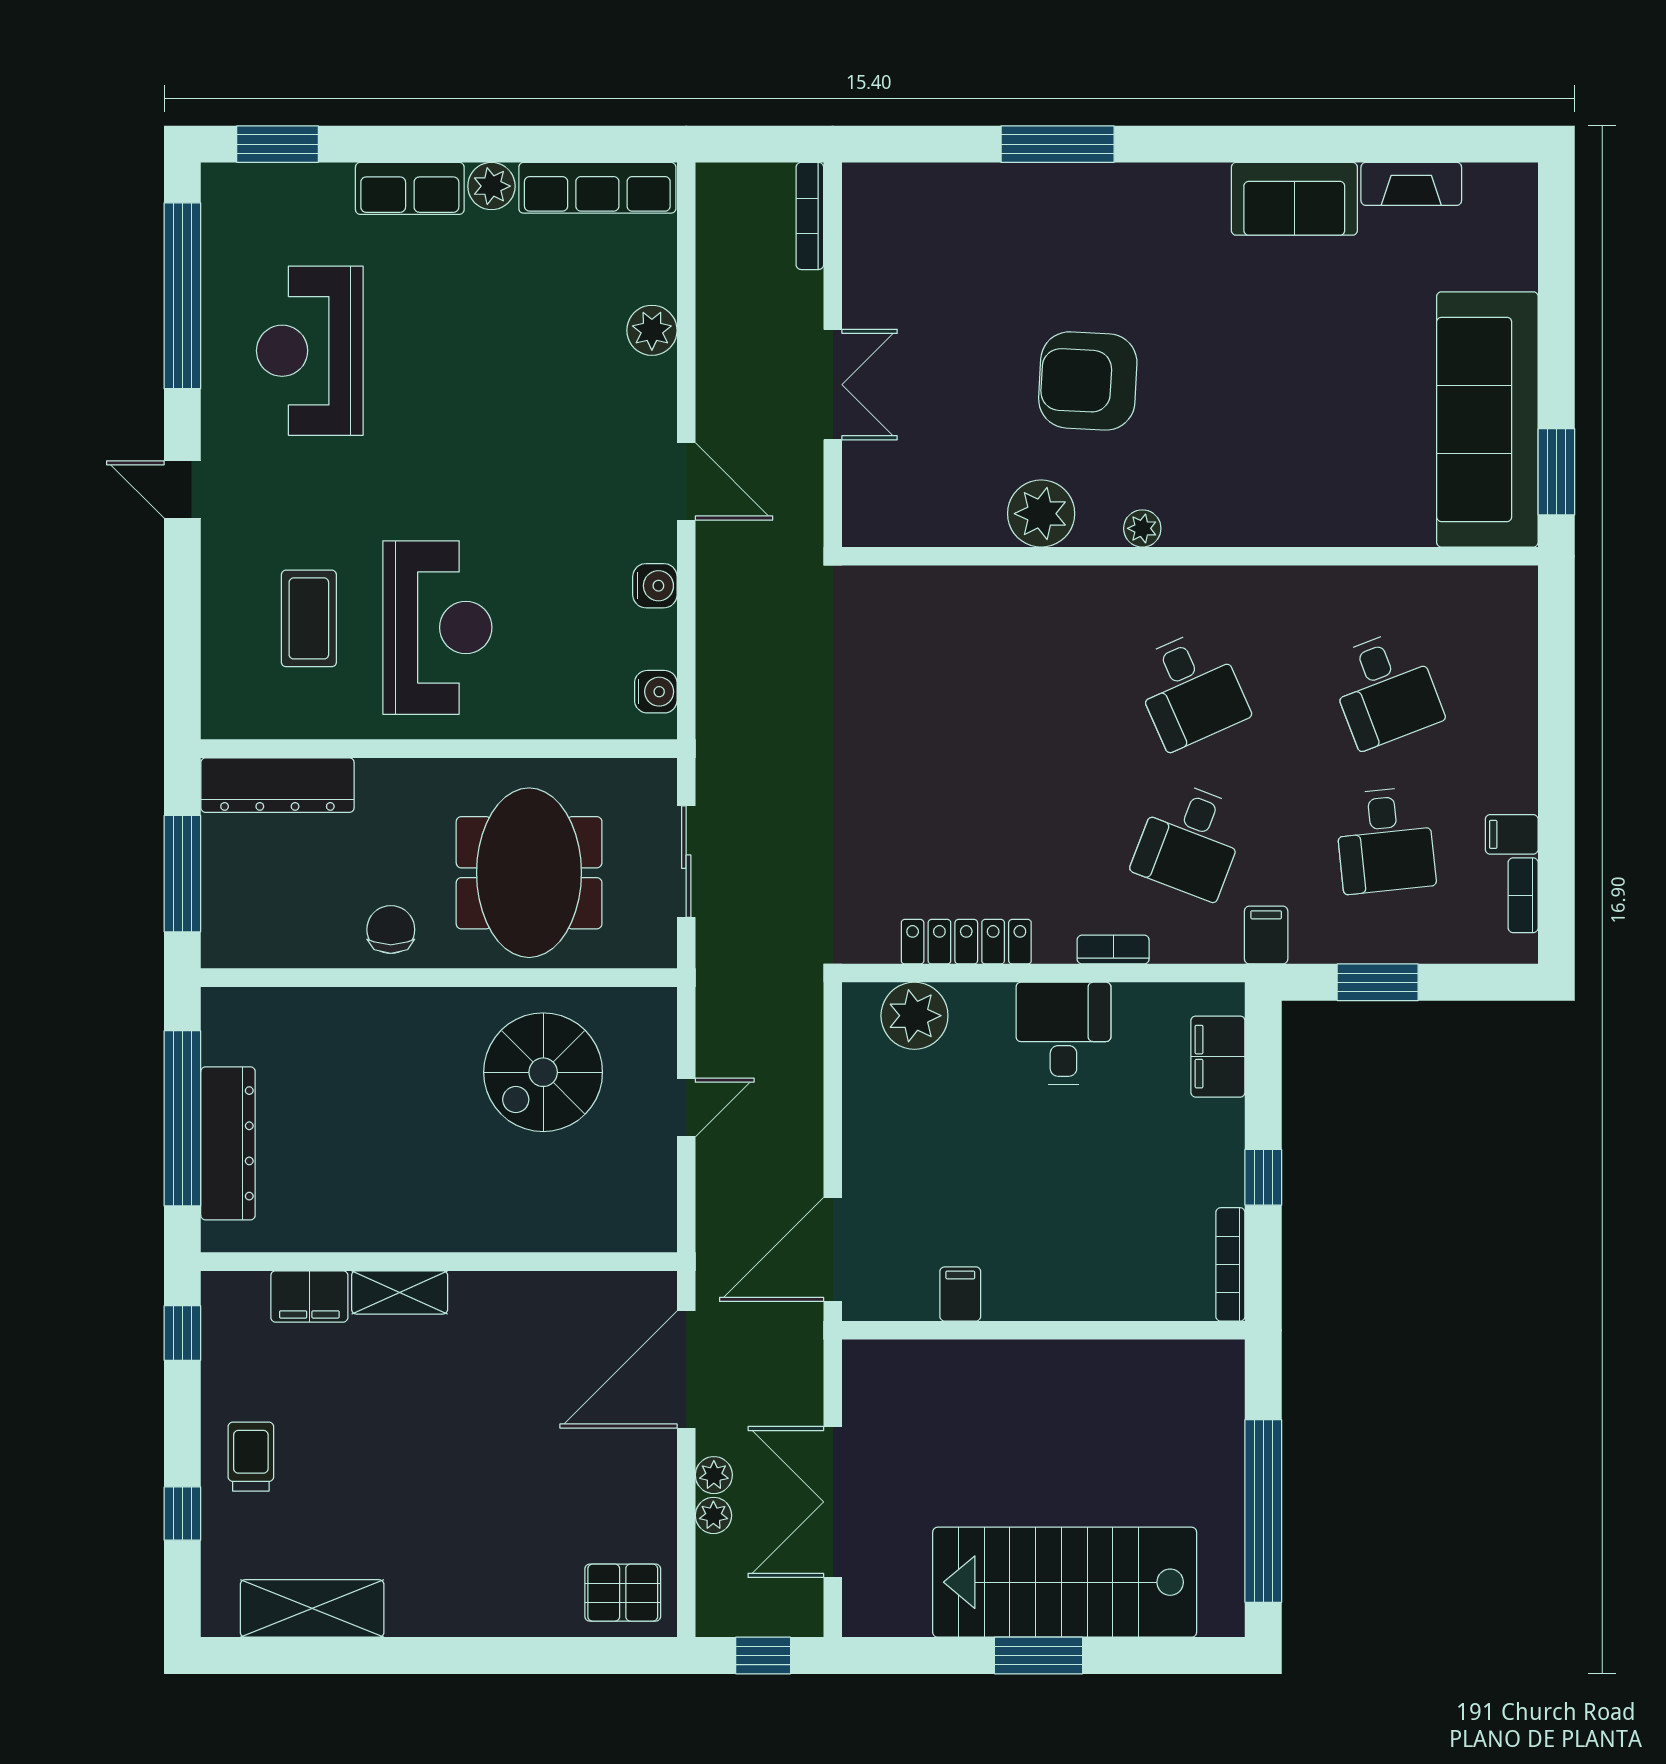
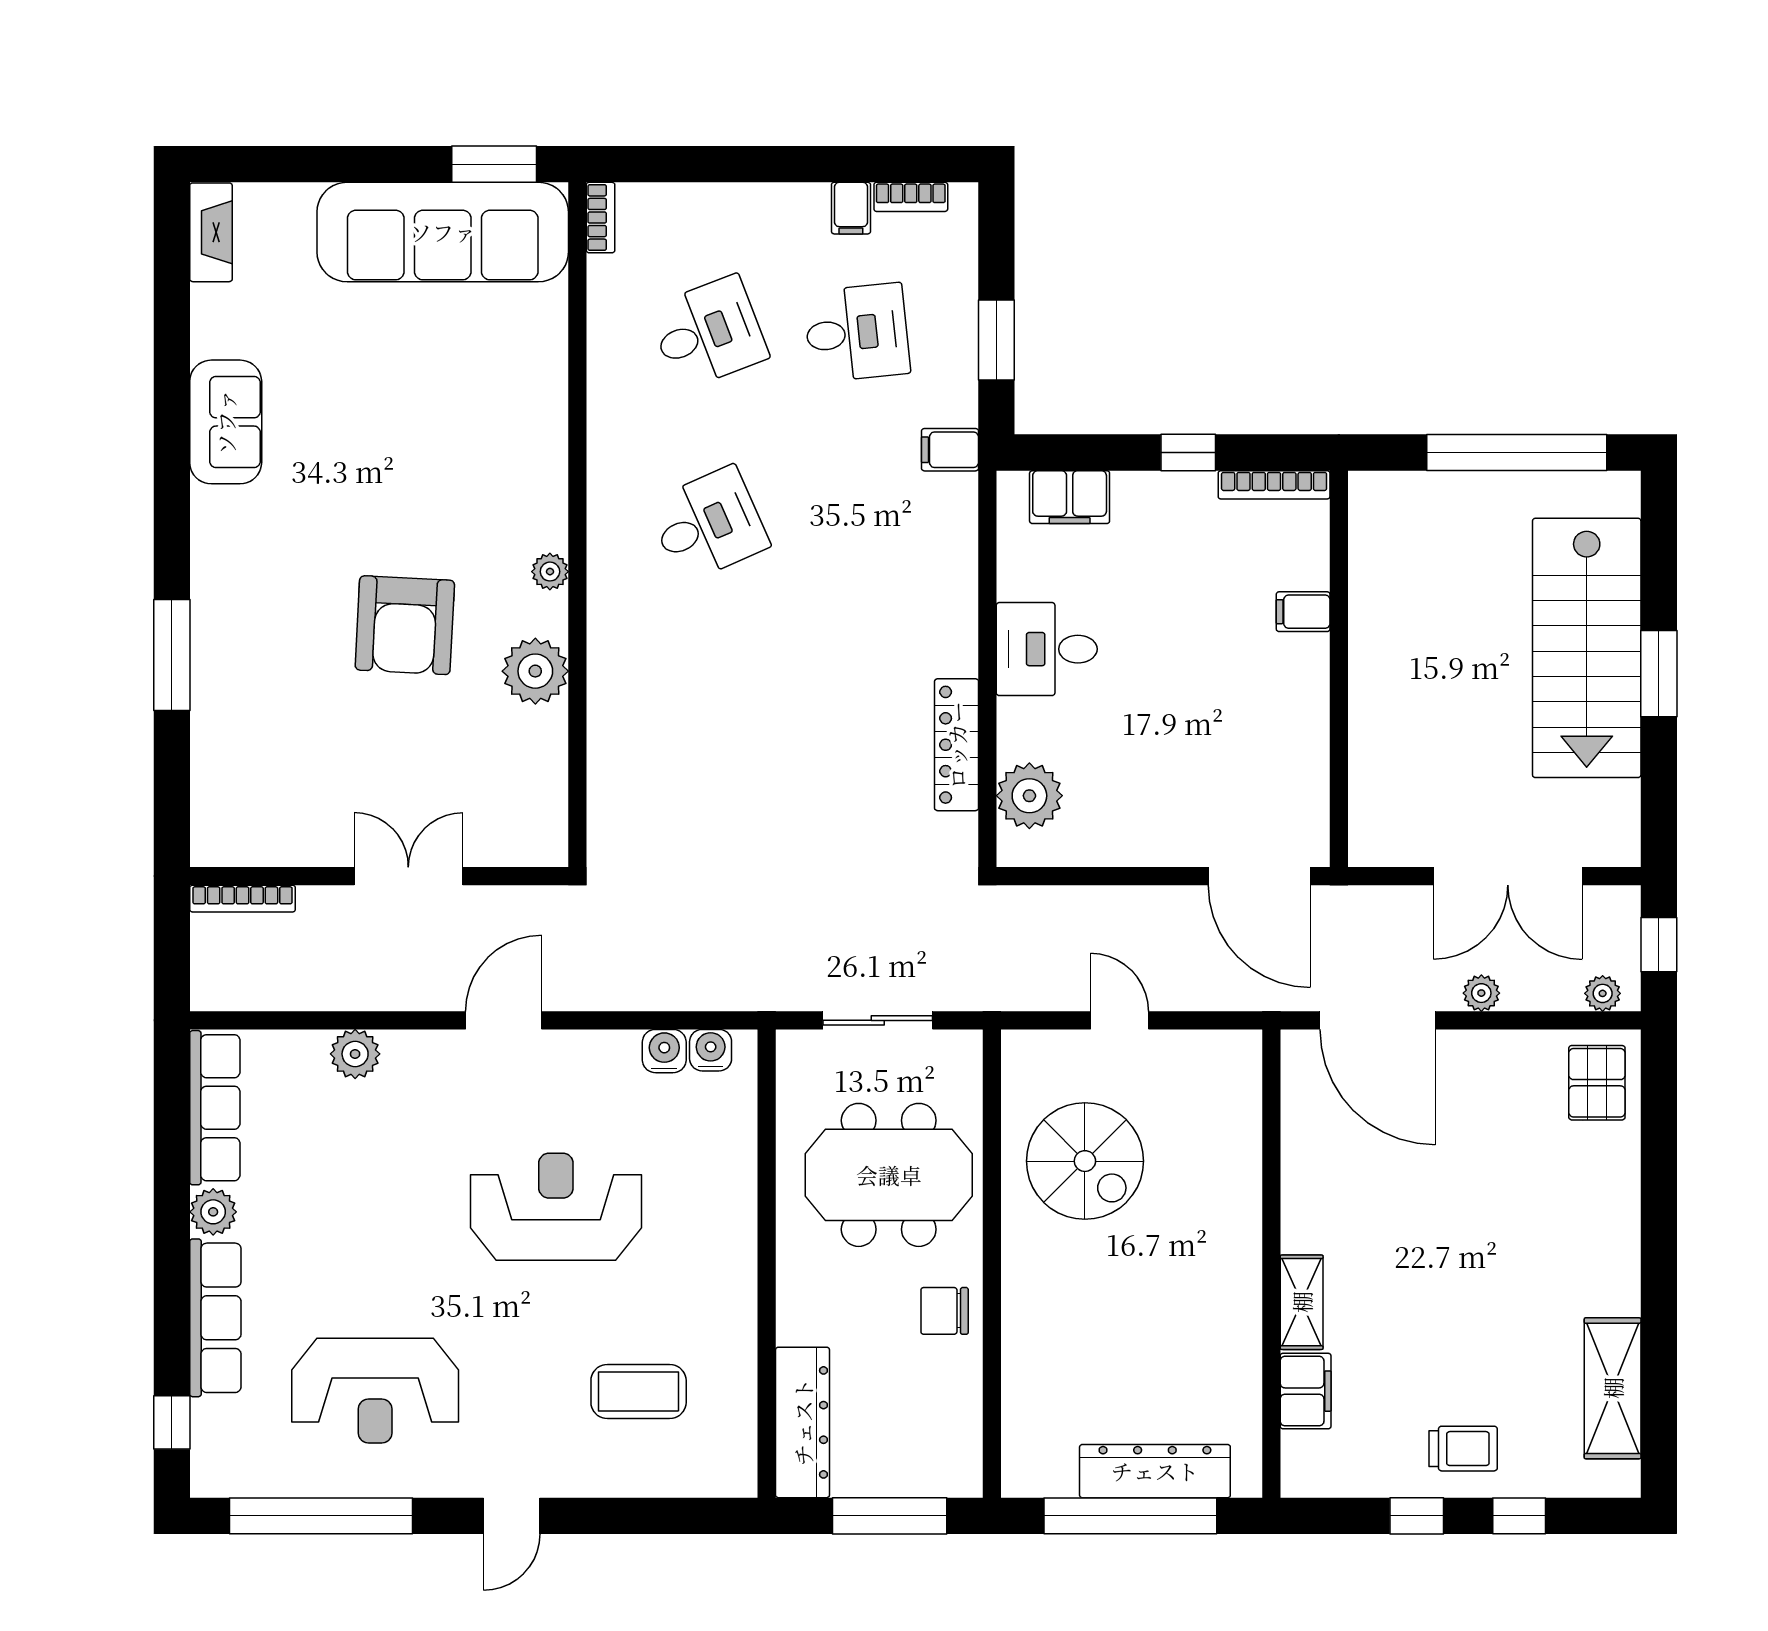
window: (277, 144) -> (172, 1422), width x0.67
fireplace: (1411, 184) -> (211, 232), moved
row of seats: (410, 188) -> (215, 1318), width x1.48
water cooler: (655, 586) -> (664, 1051), moved
reception desk: (437, 628) -> (556, 1207), moved
desk: (1190, 840) -> (857, 525), removed
bookcase: (1113, 950) -> (601, 218), moved, turned 180
filing cabinet: (960, 1294) -> (1303, 612), moved
window: (182, 1333) -> (1417, 1516), moved
trolley: (251, 1457) -> (1463, 1449), turned 180
plant: (713, 1515) -> (1603, 993), moved

